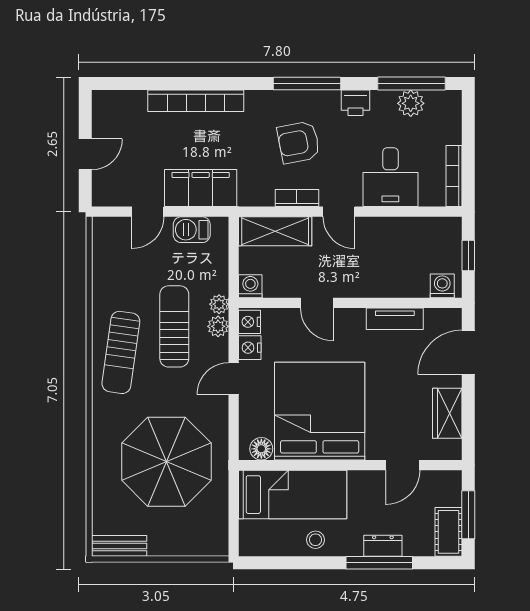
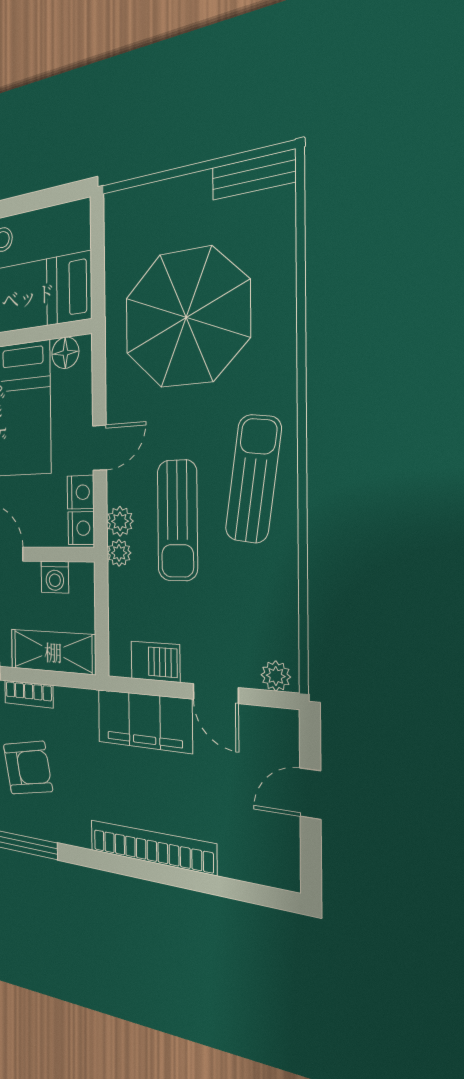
door: (148, 212) -> (216, 694), swing flipped
plant: (107, 227) -> (276, 676), added
washing machine: (250, 286) -> (55, 577), moved

